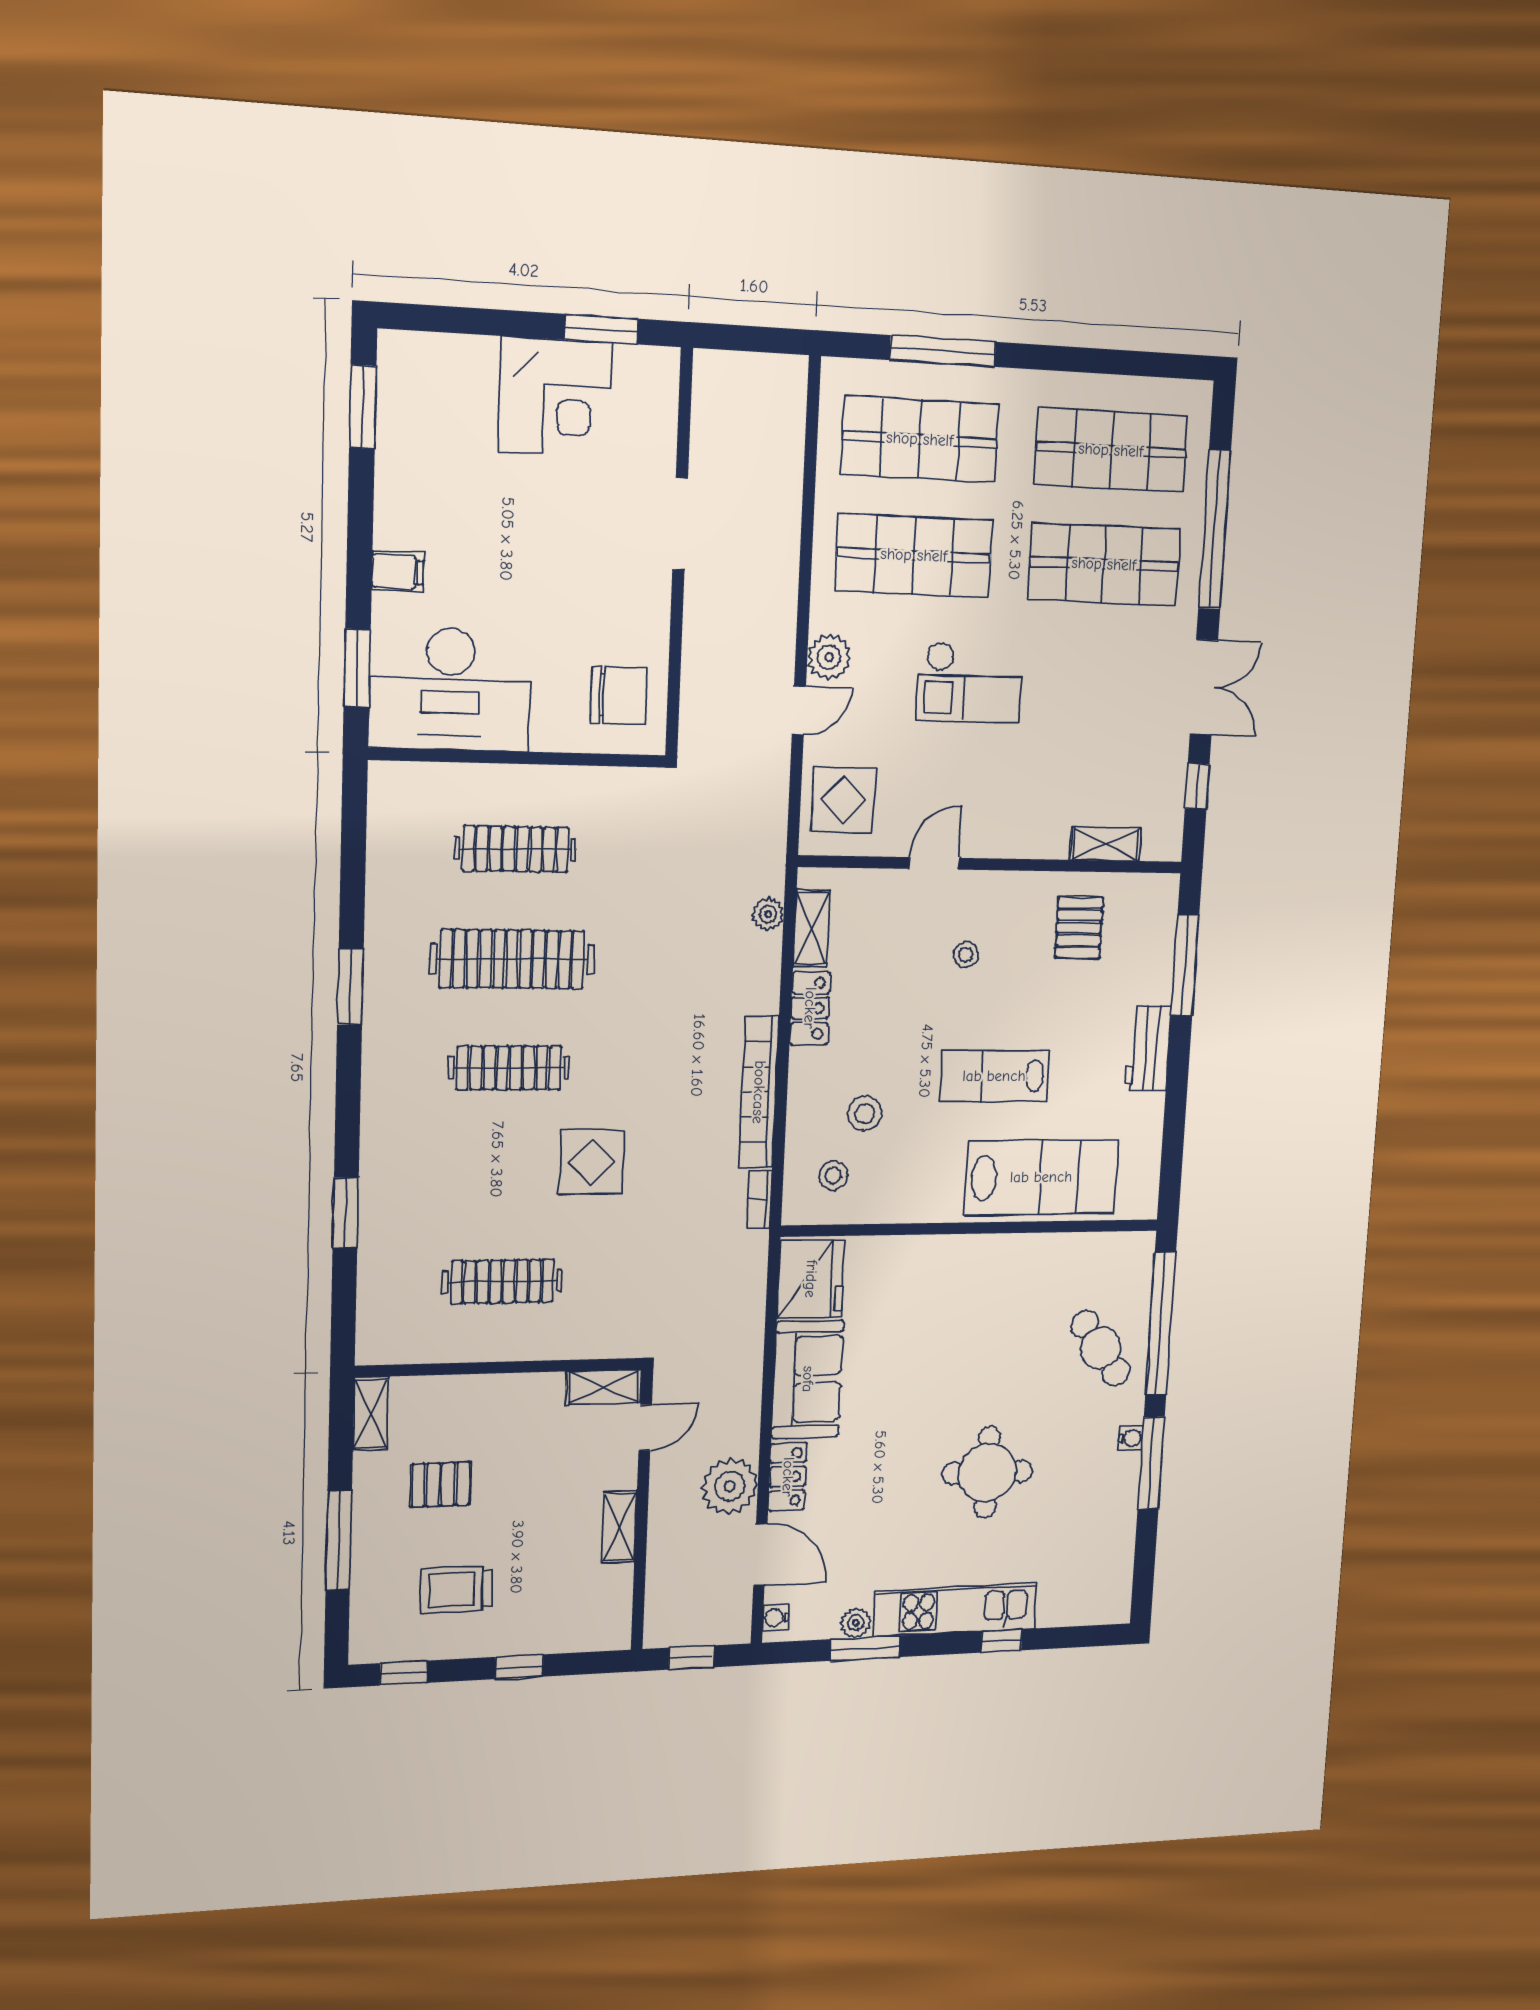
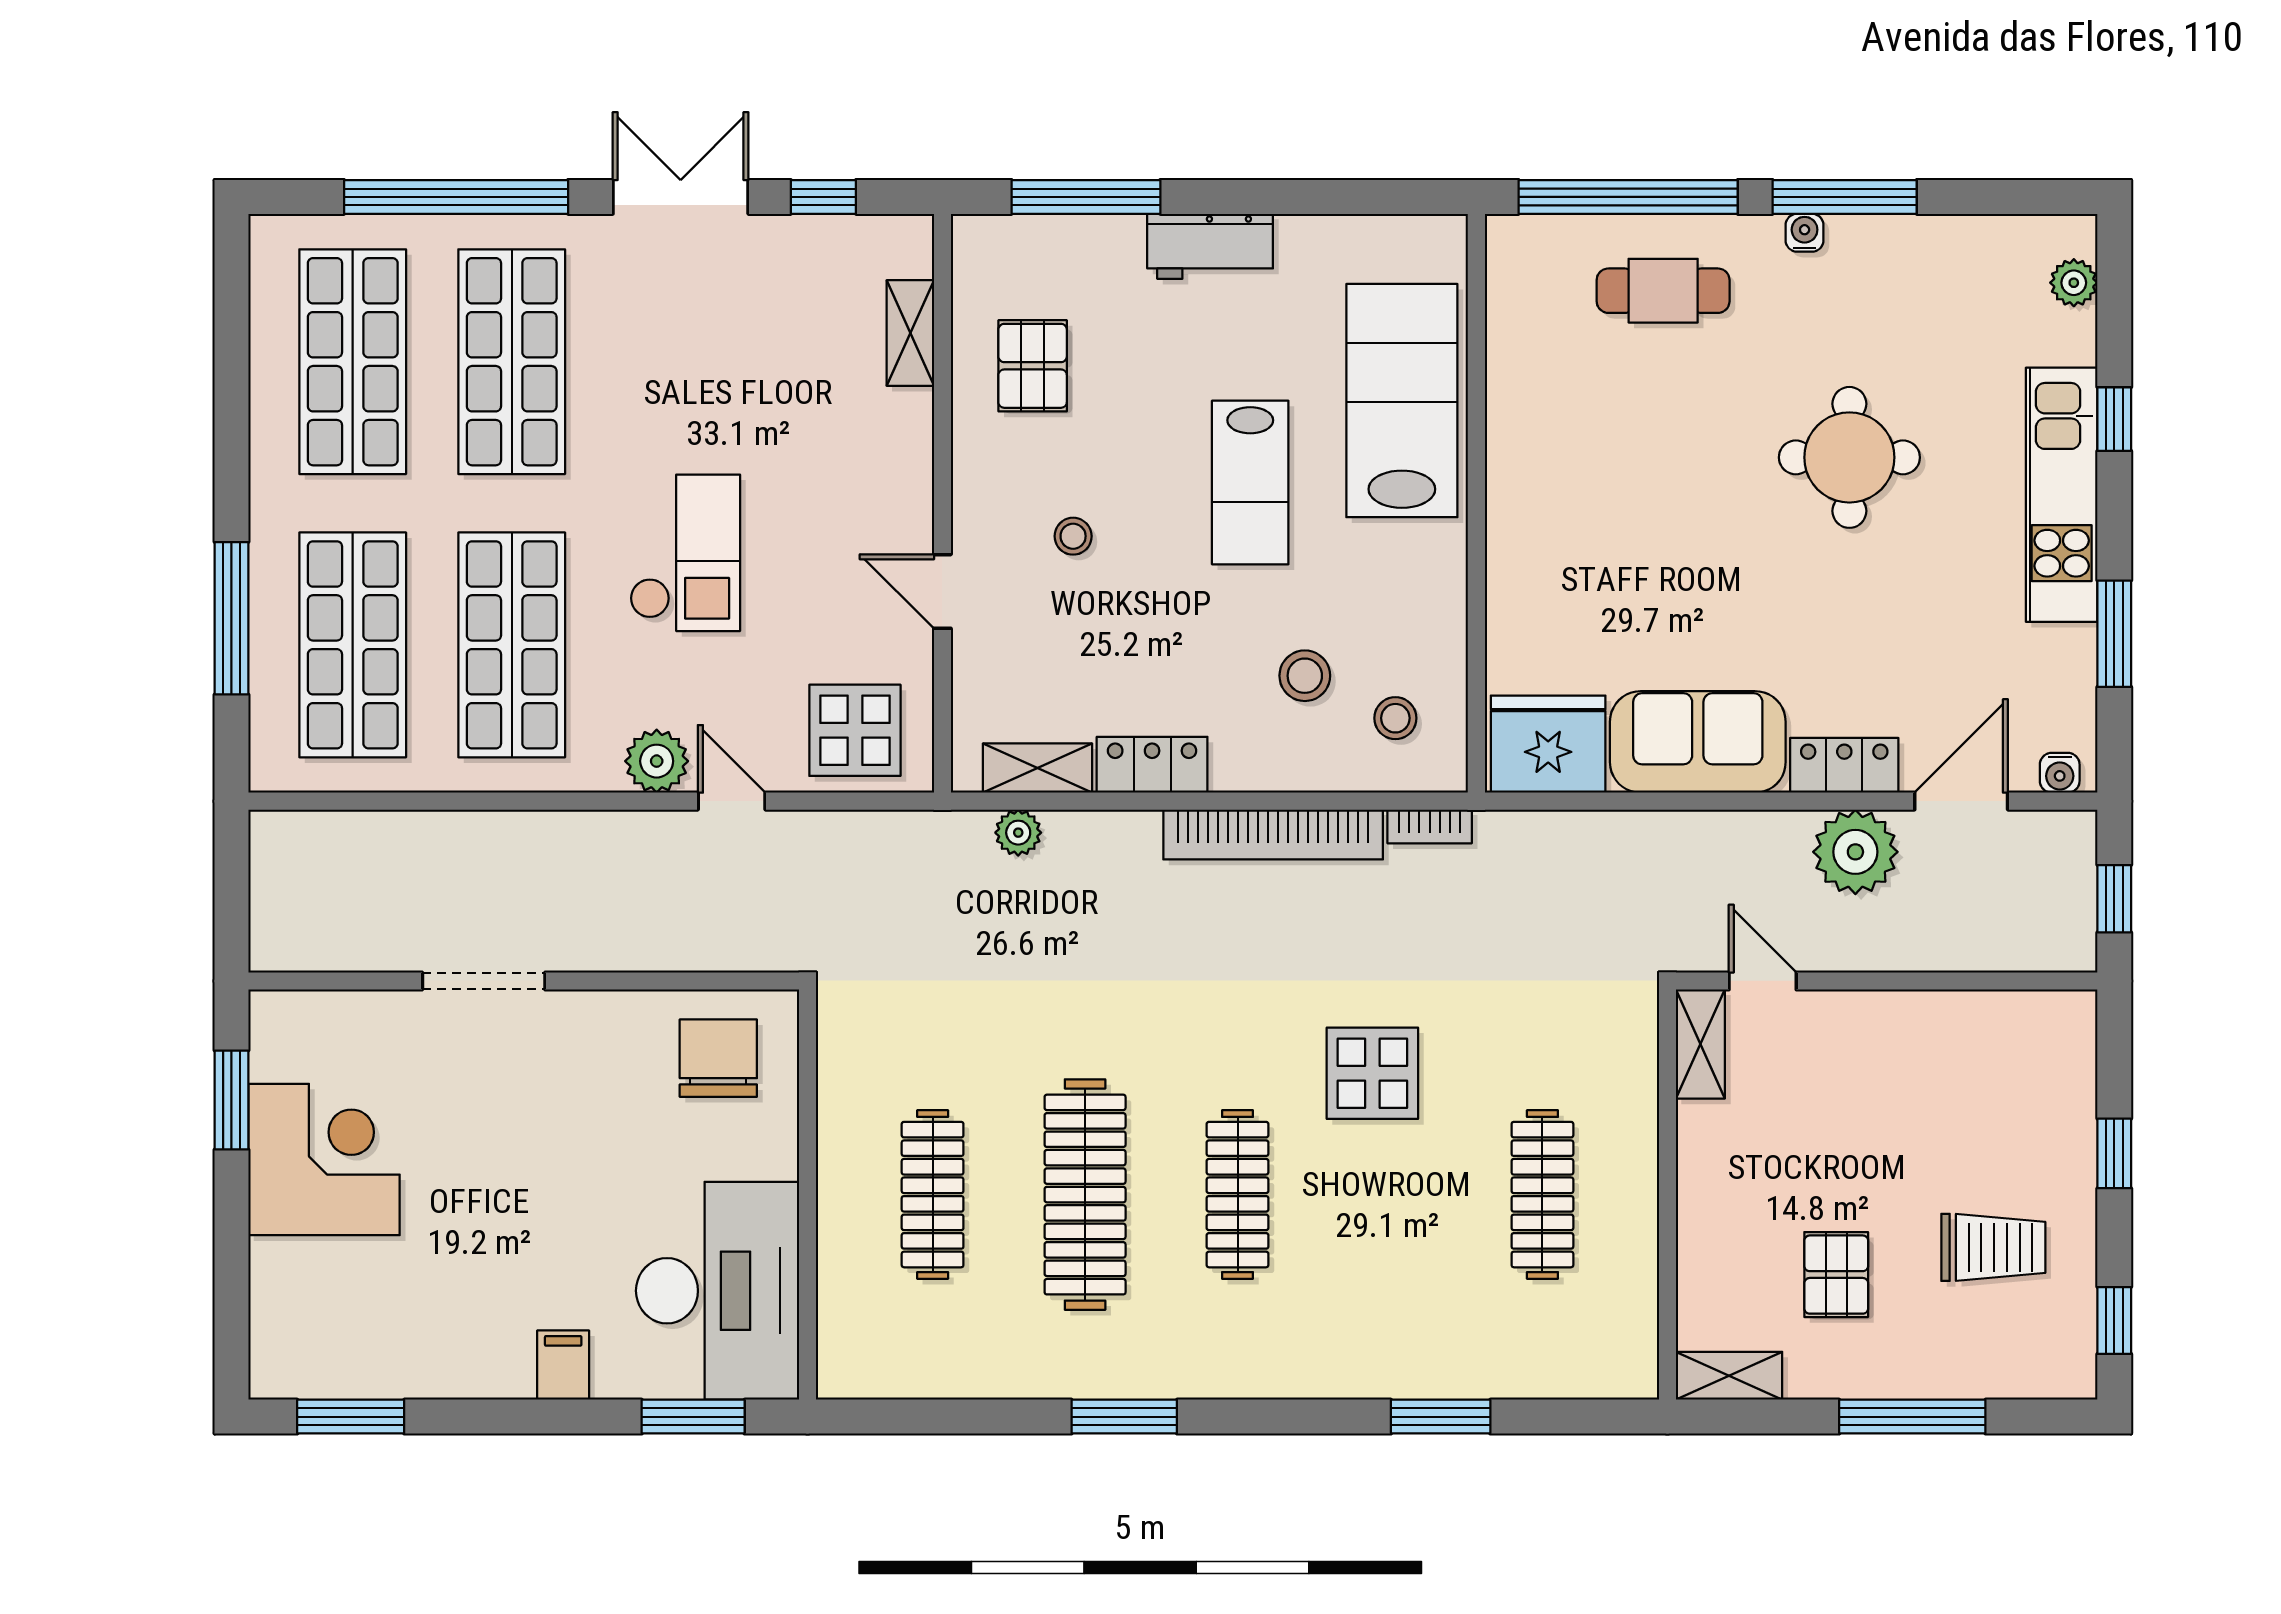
pallet: (1079, 928) -> (1033, 366), turned 90
cafe table: (1100, 1348) -> (1663, 291), turned 36
shelving: (619, 1527) -> (1910, 1014), removed
trolley: (457, 1590) -> (1993, 1247), turned -90
plant: (856, 1623) -> (2074, 283), moved

